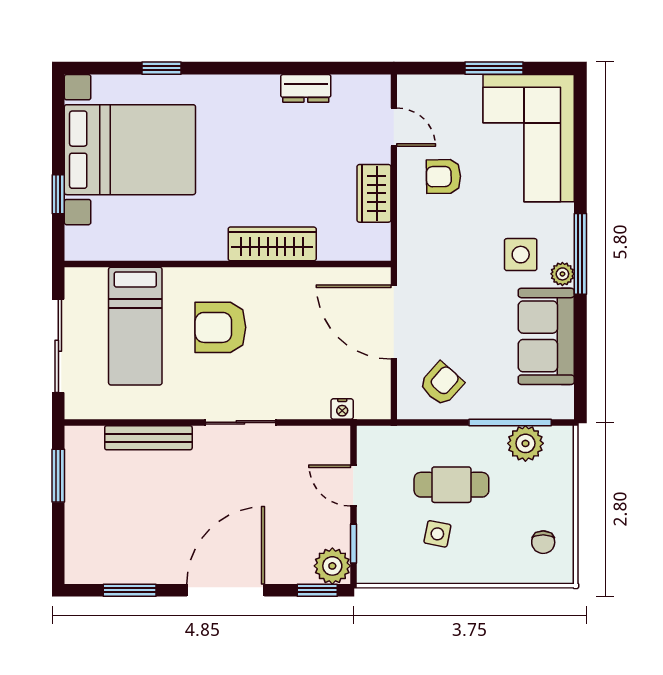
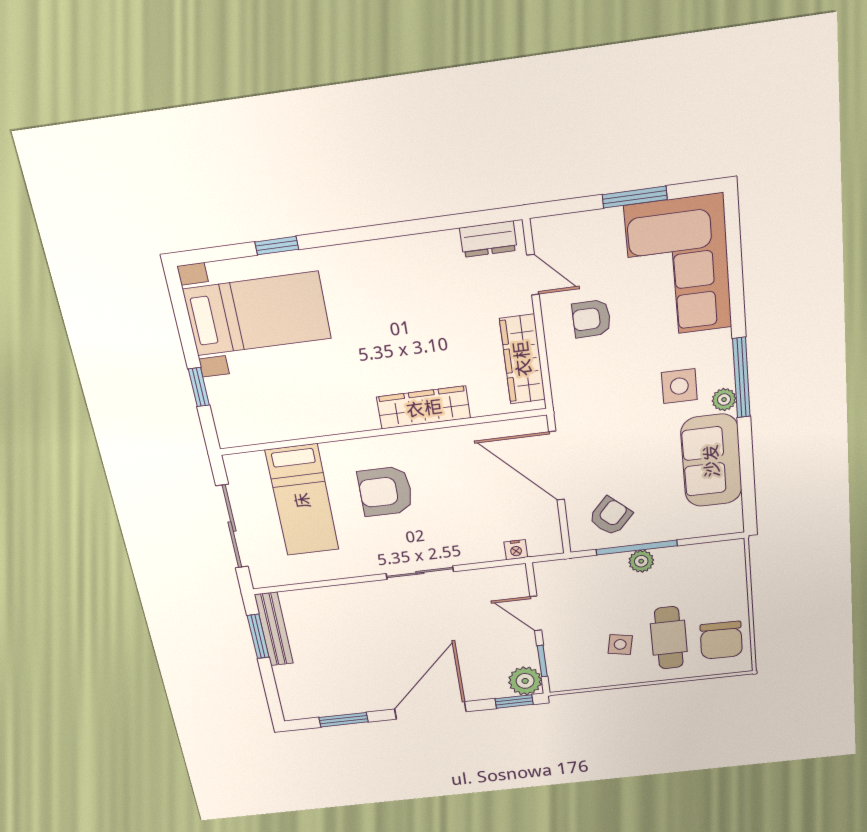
dresser: (306, 88) -> (488, 239), moved
bed with nightstands: (130, 150) -> (257, 314), width x0.73
wardrobe: (374, 193) -> (522, 359), width x1.50
window: (510, 422) -> (637, 548), moved
bench: (148, 438) -> (274, 629), moved, turned 90
plant: (525, 443) -> (641, 561), moved, width x0.73, depth x0.73
cafe table: (451, 485) -> (669, 638), moved, turned 90
chair: (543, 542) -> (721, 640), width x1.87, depth x1.87

